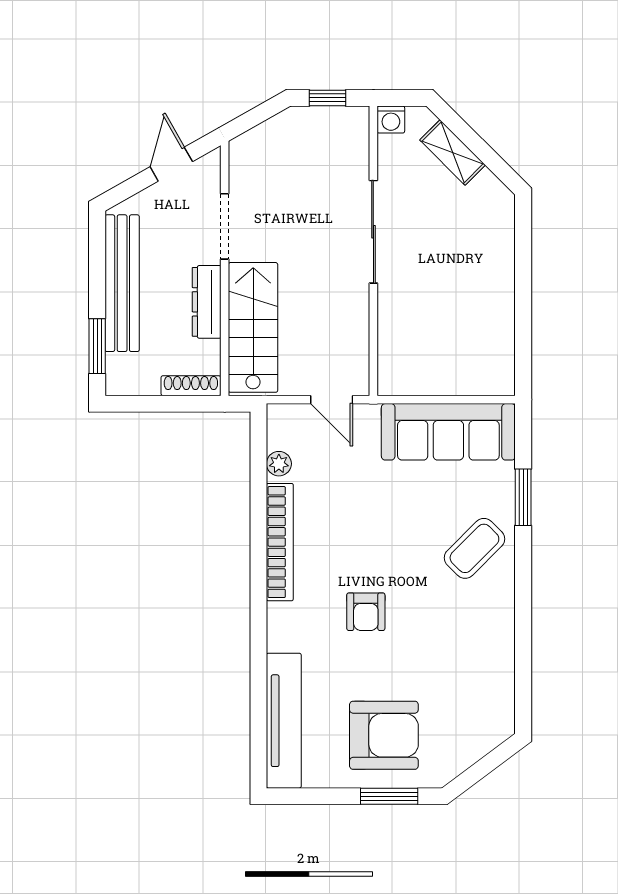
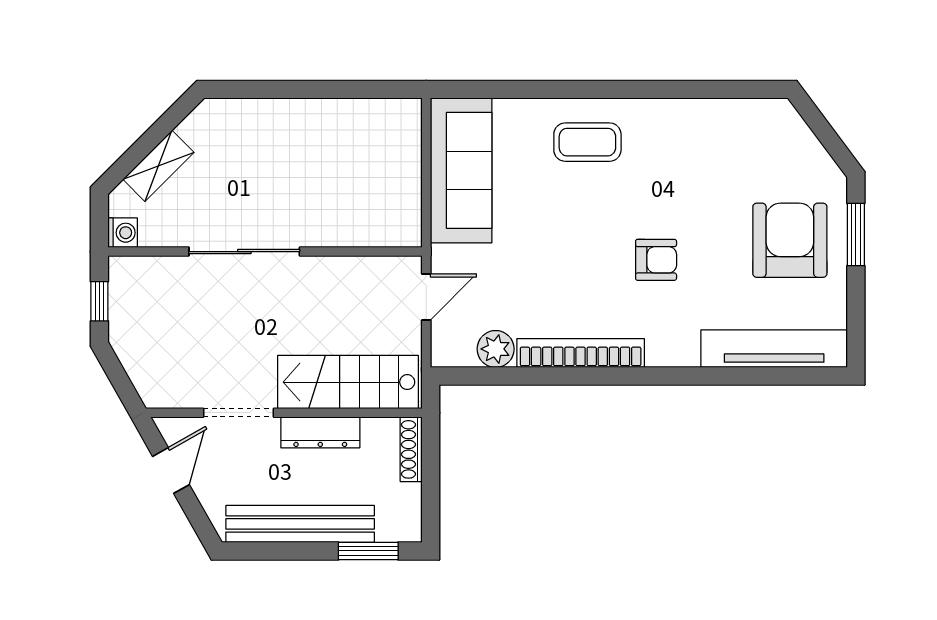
door: (171, 164) -> (171, 471), swing flipped
plant: (279, 464) -> (496, 349), width x1.38, depth x1.38
window: (523, 497) -> (532, 89), removed
coffee table: (474, 548) -> (587, 142), turned -45

